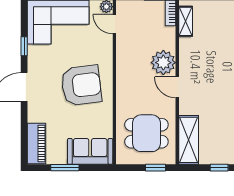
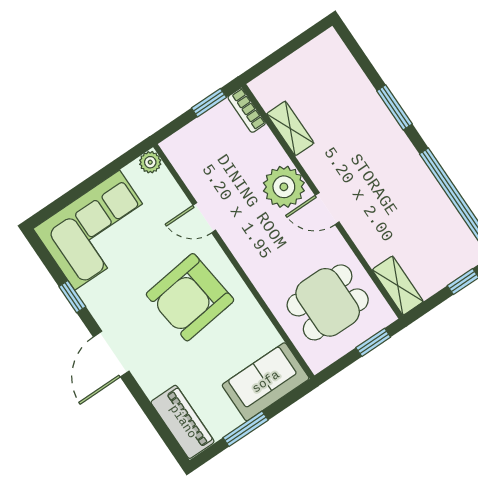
shelving: (186, 21) -> (290, 128), moved
door: (114, 24) -> (204, 218), moved
armchair: (81, 85) -> (190, 297), turned 180
shelving: (189, 140) -> (398, 286), width x0.67, depth x0.75

